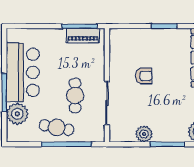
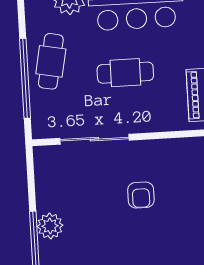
cafe table: (75, 95) -> (125, 73), moved
plant: (144, 134) -> (50, 226), moved

